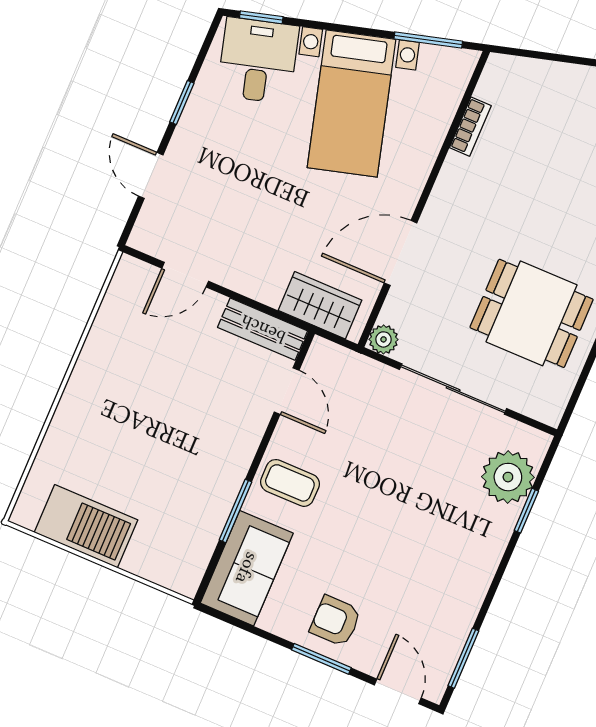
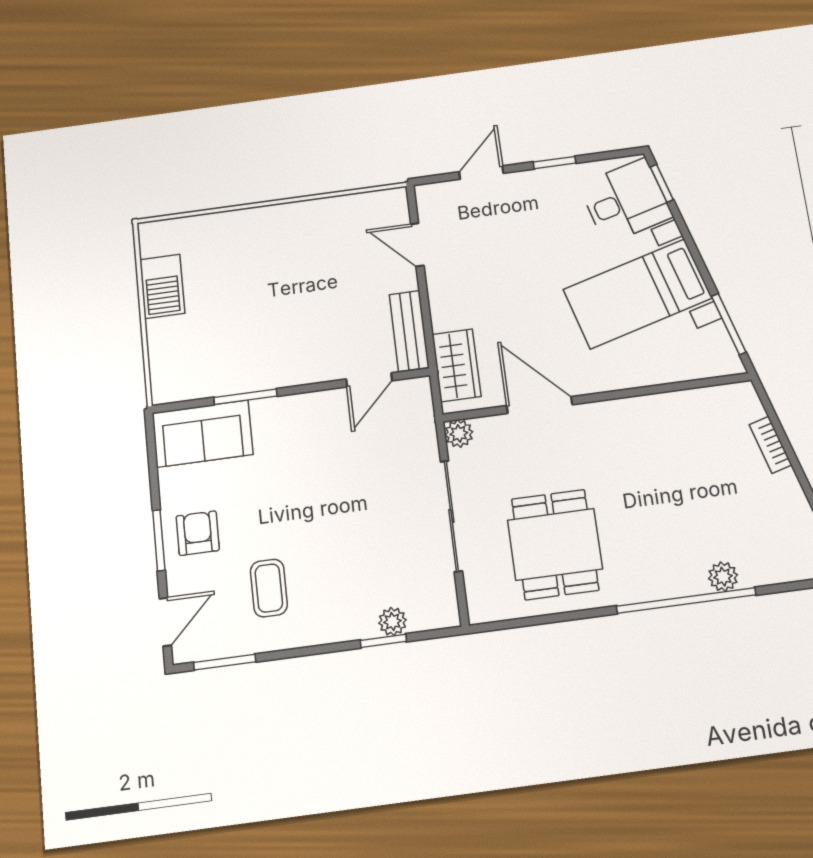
bookcase: (470, 127) -> (770, 445), moved, turned 75
plant: (508, 477) -> (393, 622), width x0.53, depth x0.53
coffee table: (290, 483) -> (269, 588), moved
barbecue: (86, 526) -> (162, 286), width x0.73, depth x0.83

